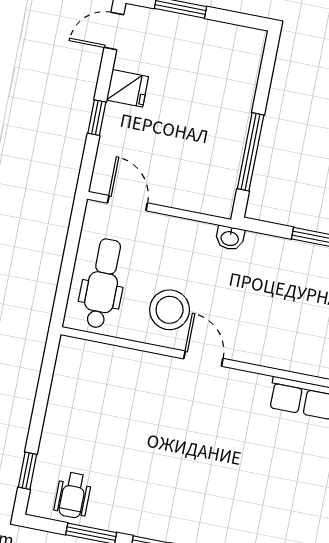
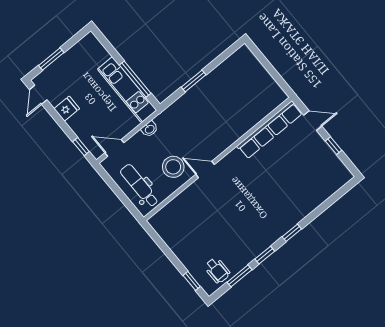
window: (97, 118) -> (81, 147), moved
kitchen unit: (226, 153) -> (127, 90), added
washbasin: (230, 238) -> (149, 129), moved

